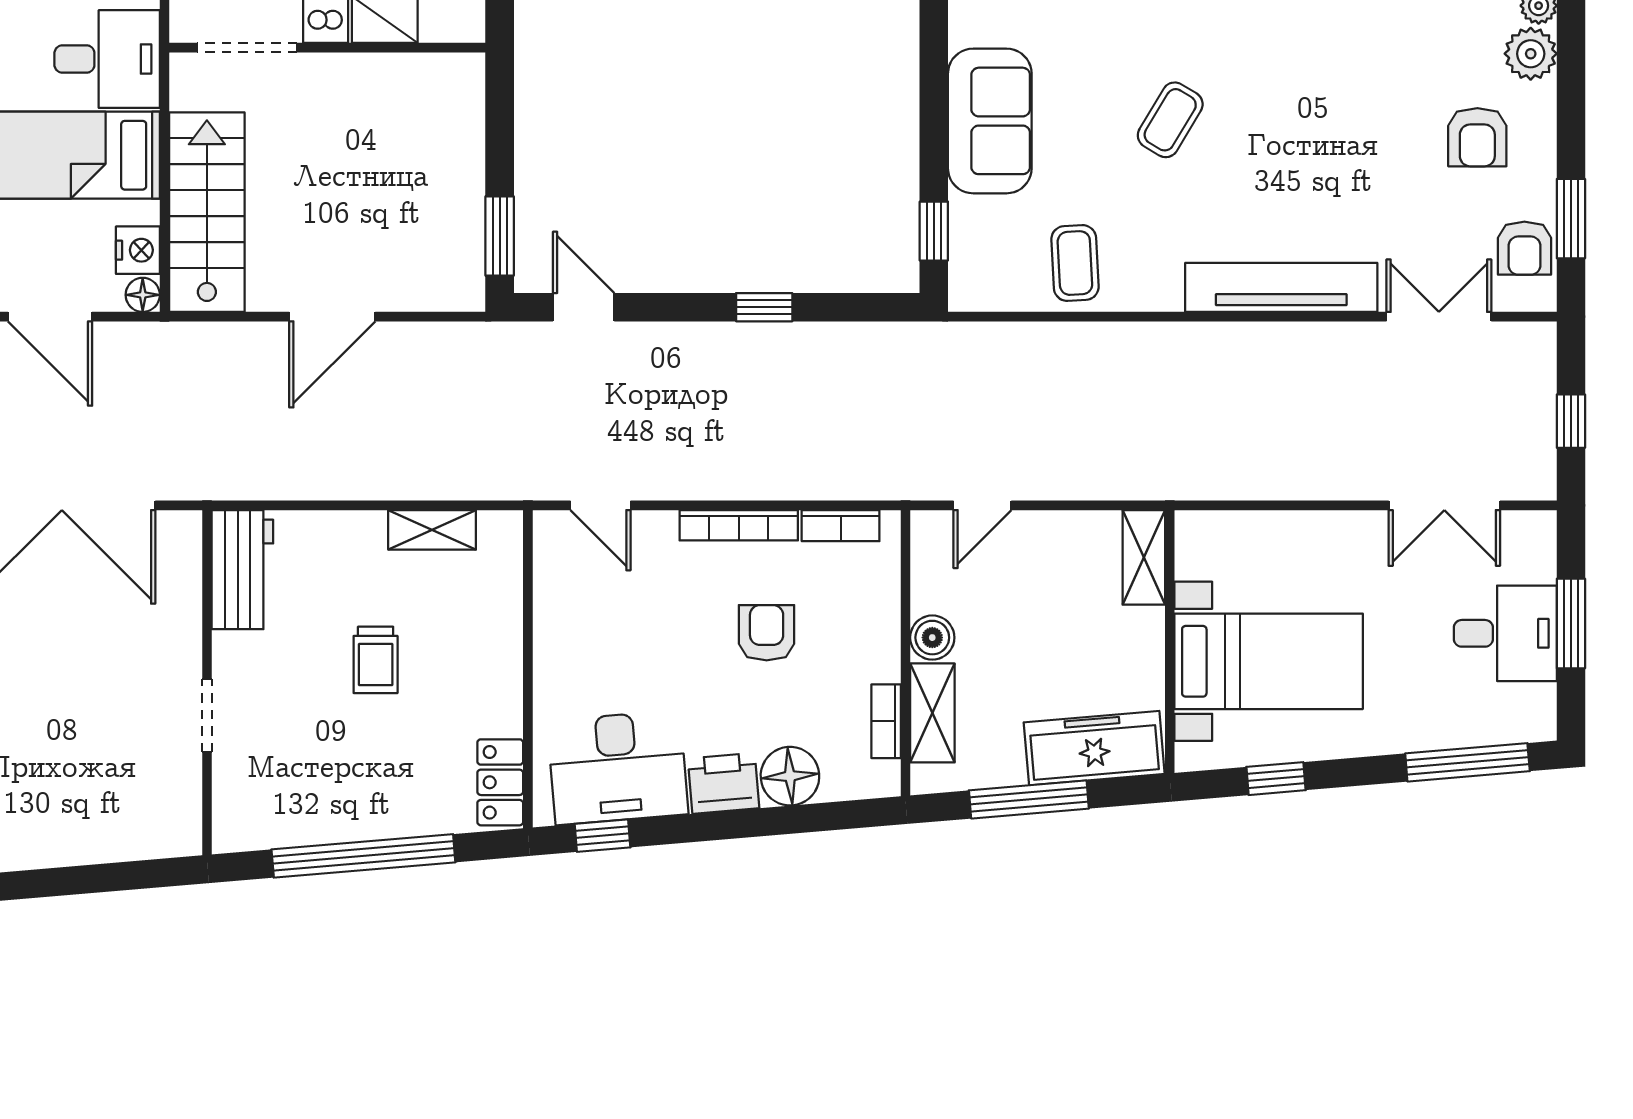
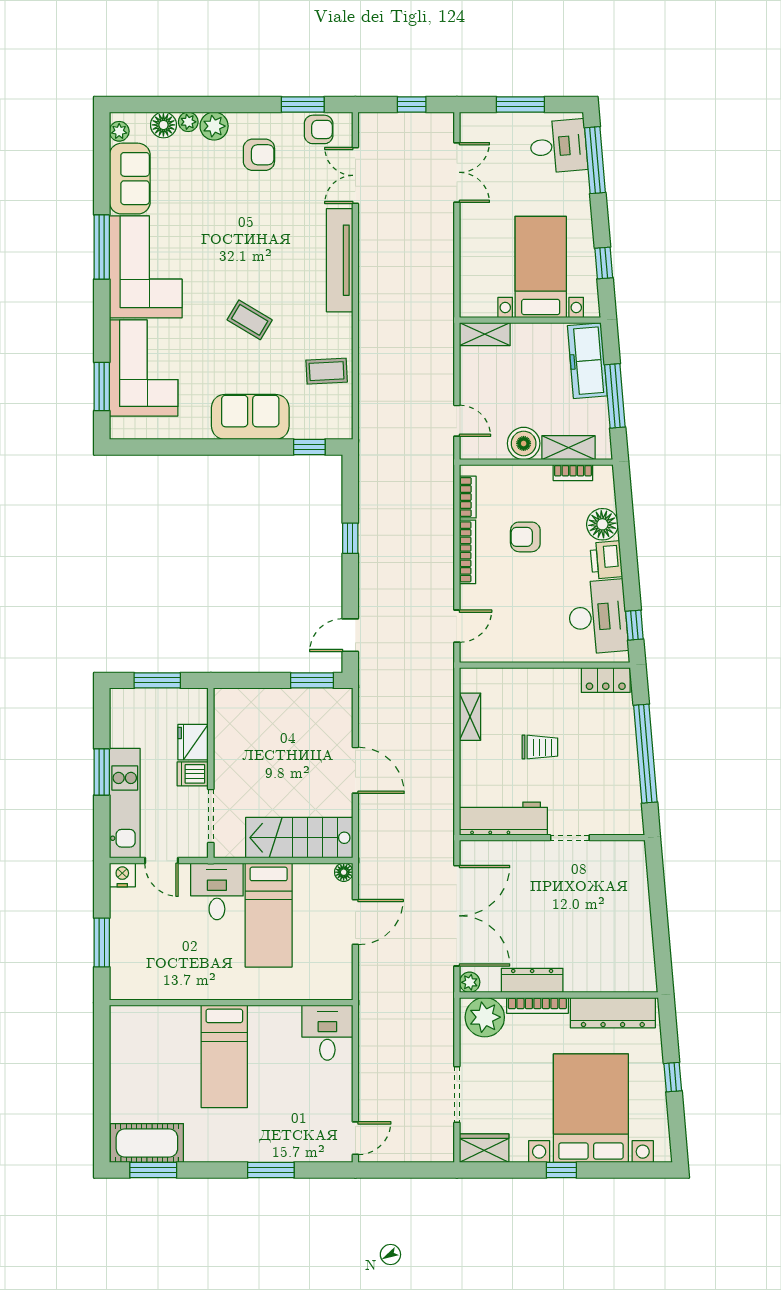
nightstand: (138, 250) -> (320, 875), removed
workbench: (242, 570) -> (503, 819), width x1.38
desk: (1505, 633) -> (558, 146), moved, turned 85
boiler: (932, 638) -> (524, 443), width x1.36, depth x1.36

